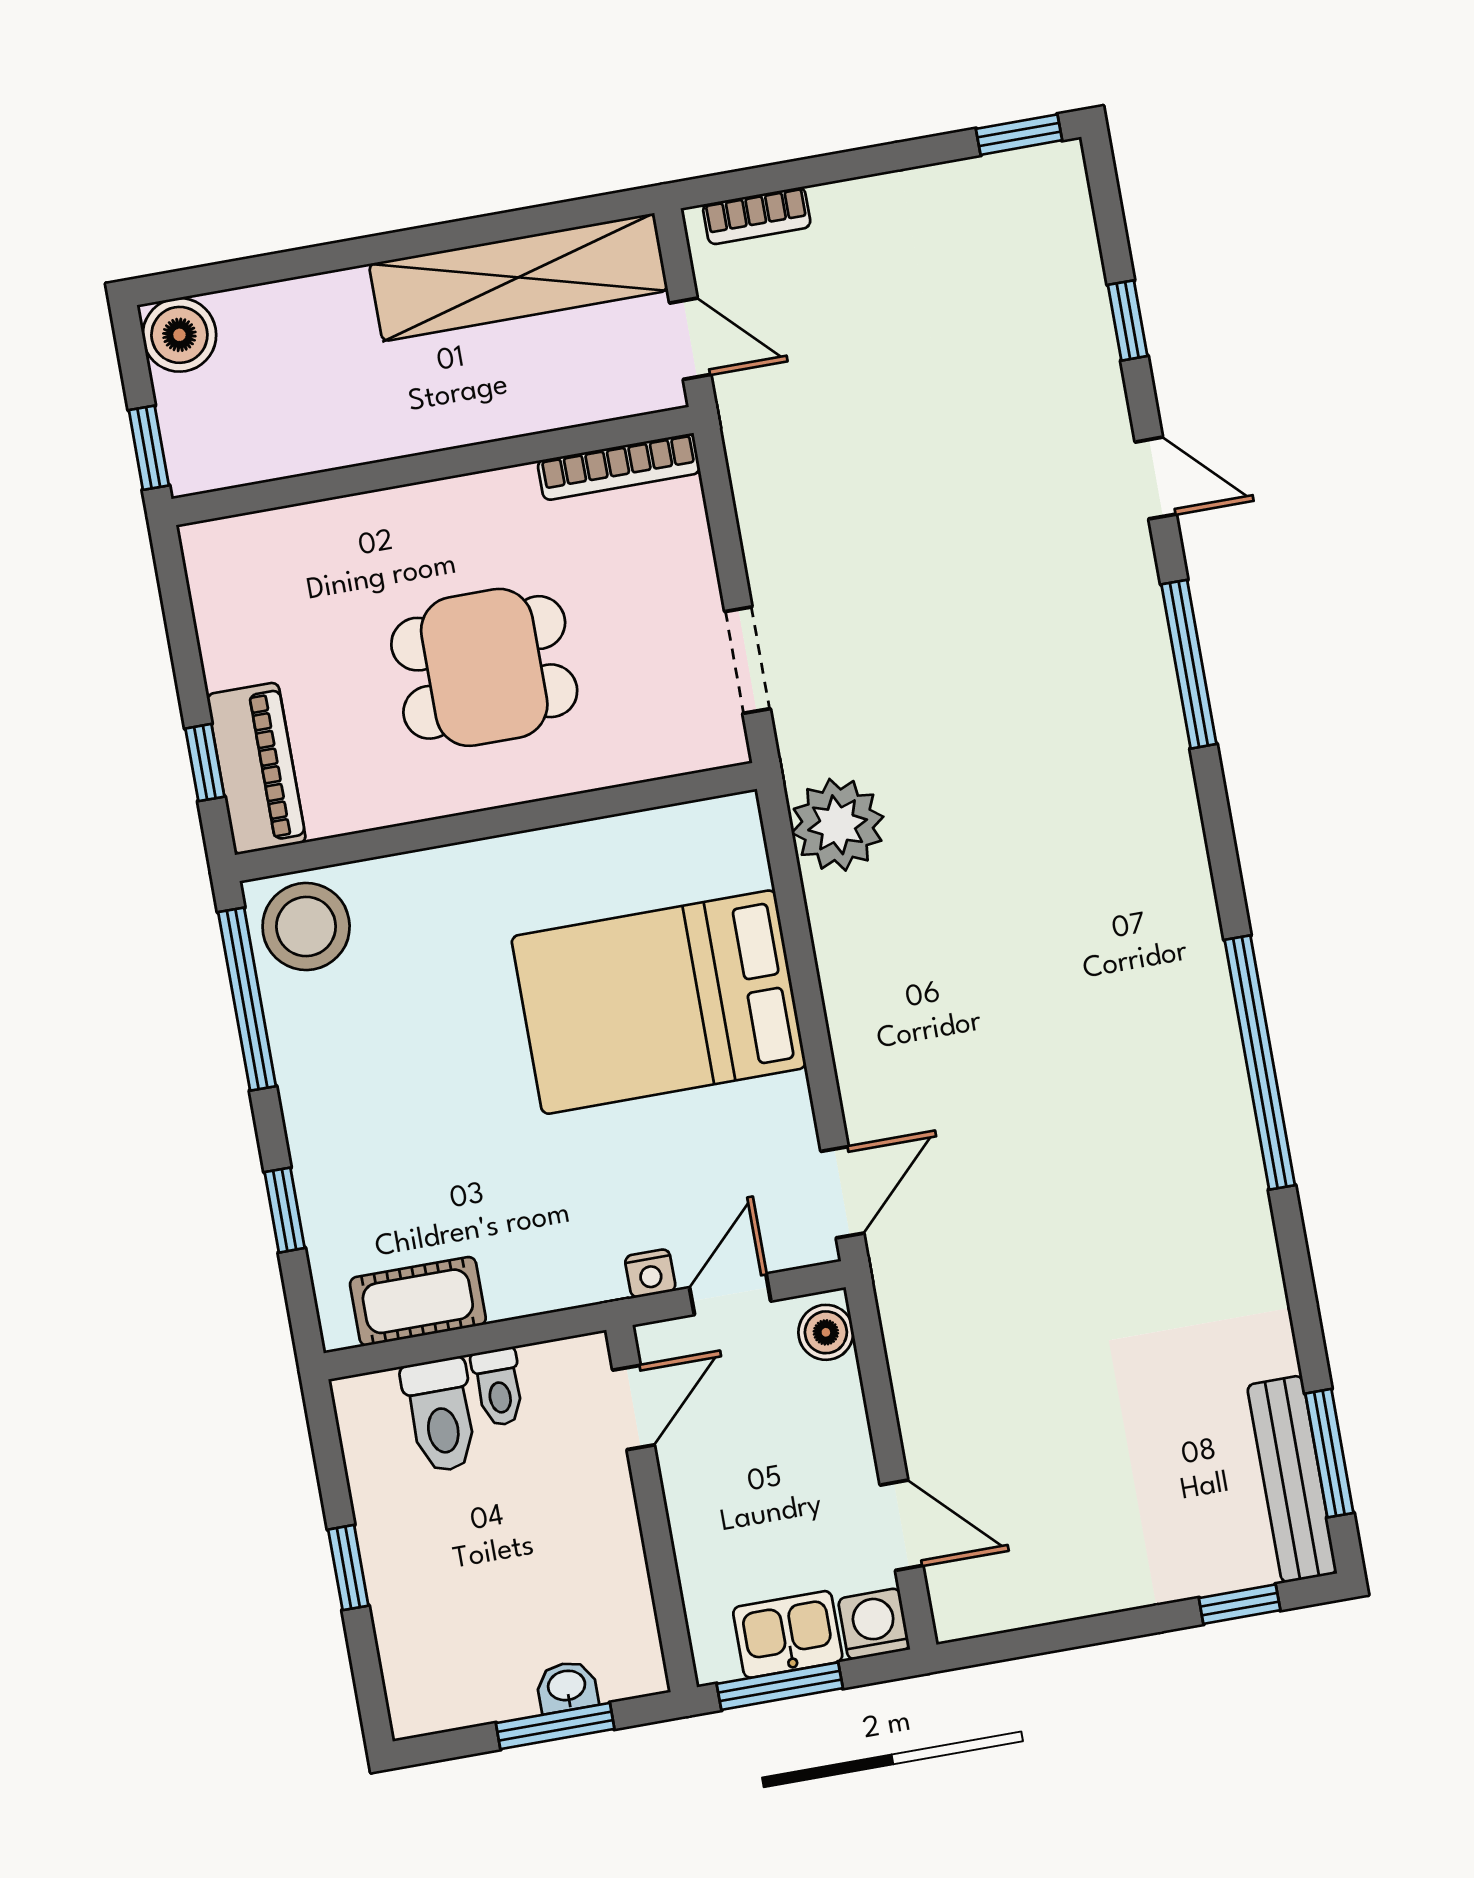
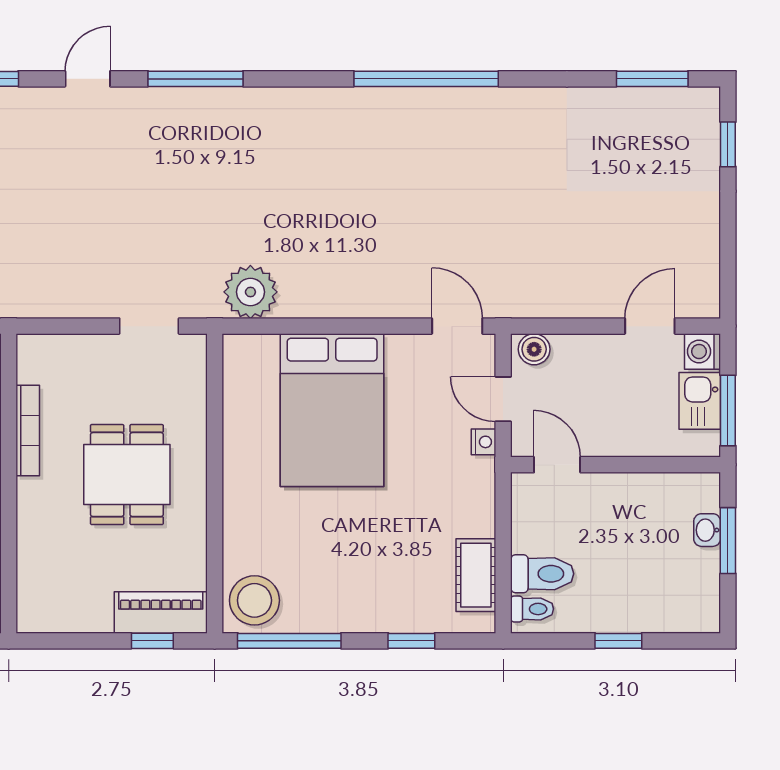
bookcase: (619, 467) -> (28, 430), moved
toilet: (498, 1387) -> (532, 609), moved
bench: (1292, 1479) -> (663, 102), removed

